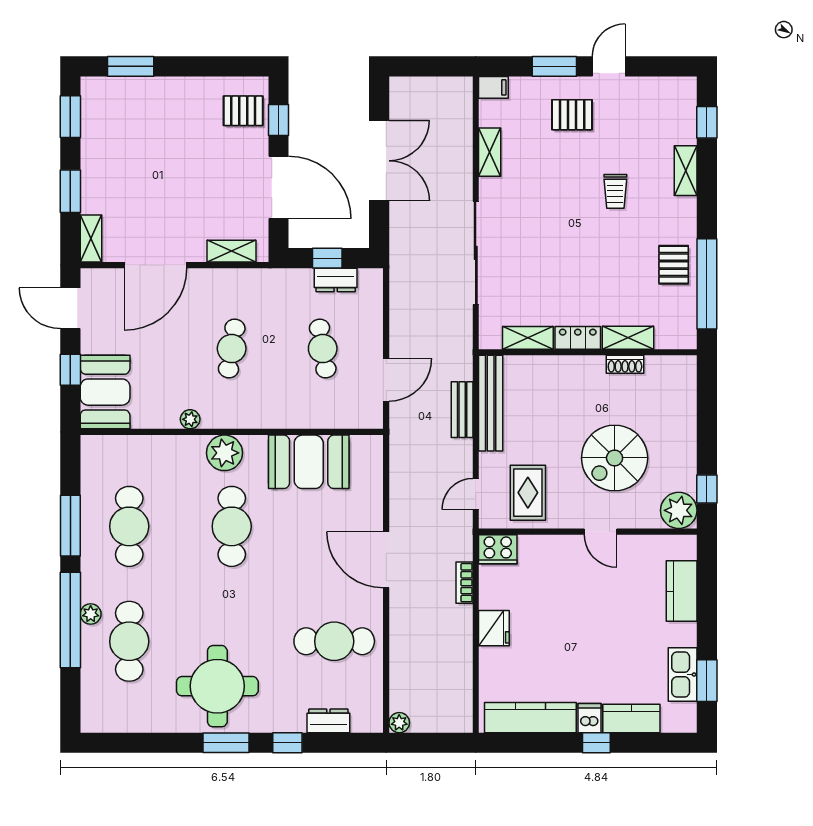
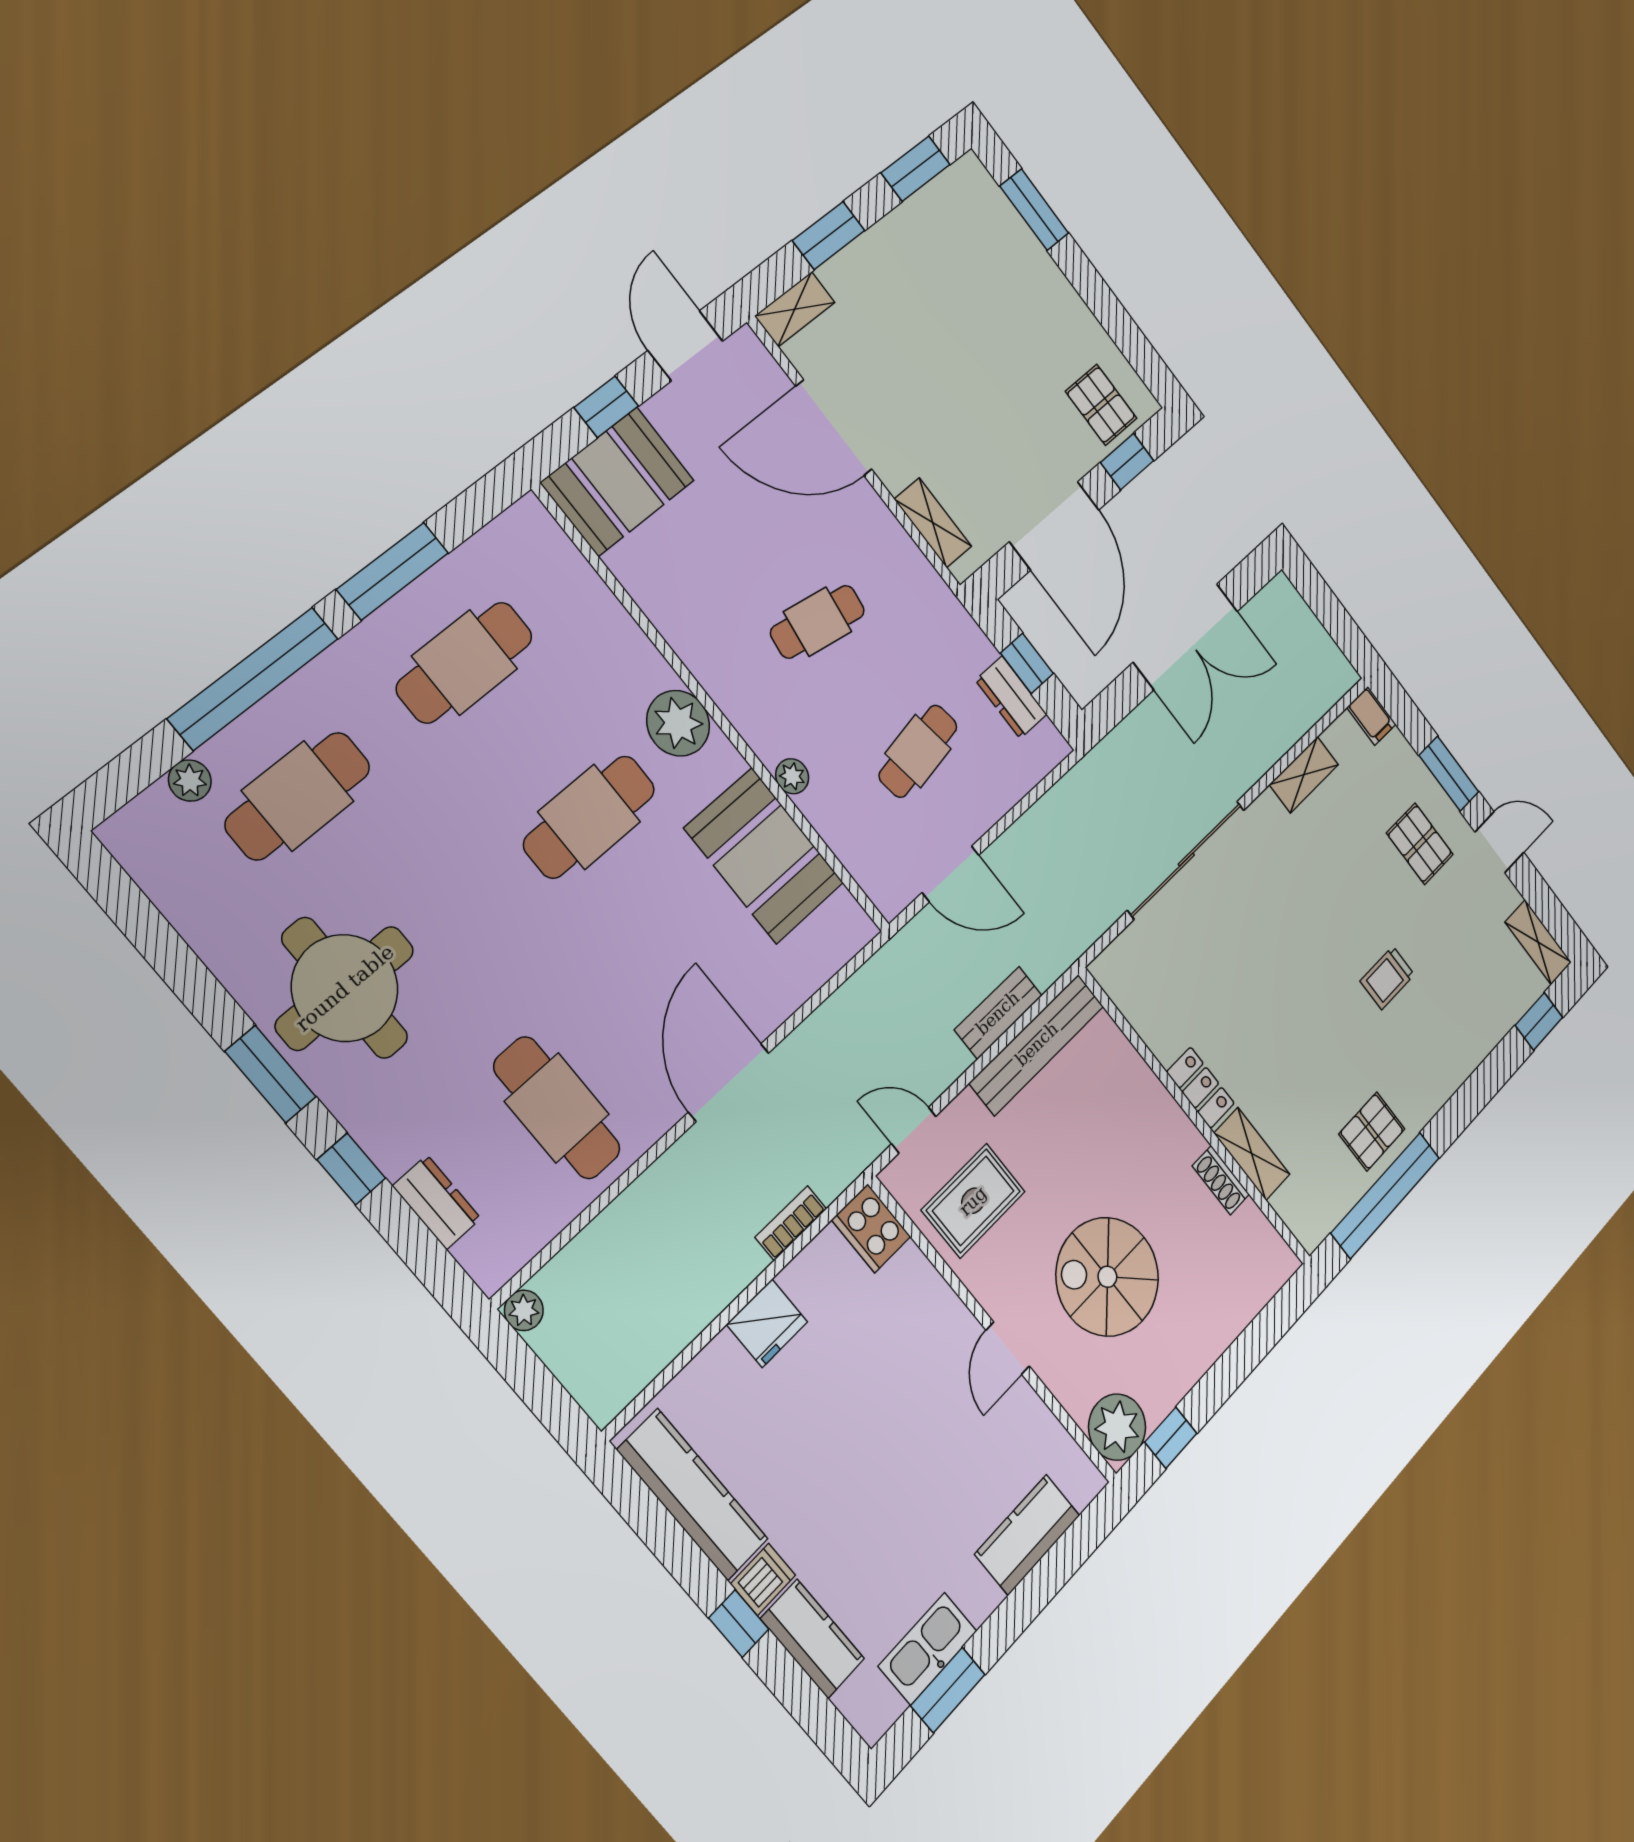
shelving: (686, 171) -> (1538, 942), moved, turned 90
shelving: (528, 338) -> (1149, 1021), removed
plant: (190, 419) -> (792, 776), moved
plant: (91, 614) -> (190, 781), moved

